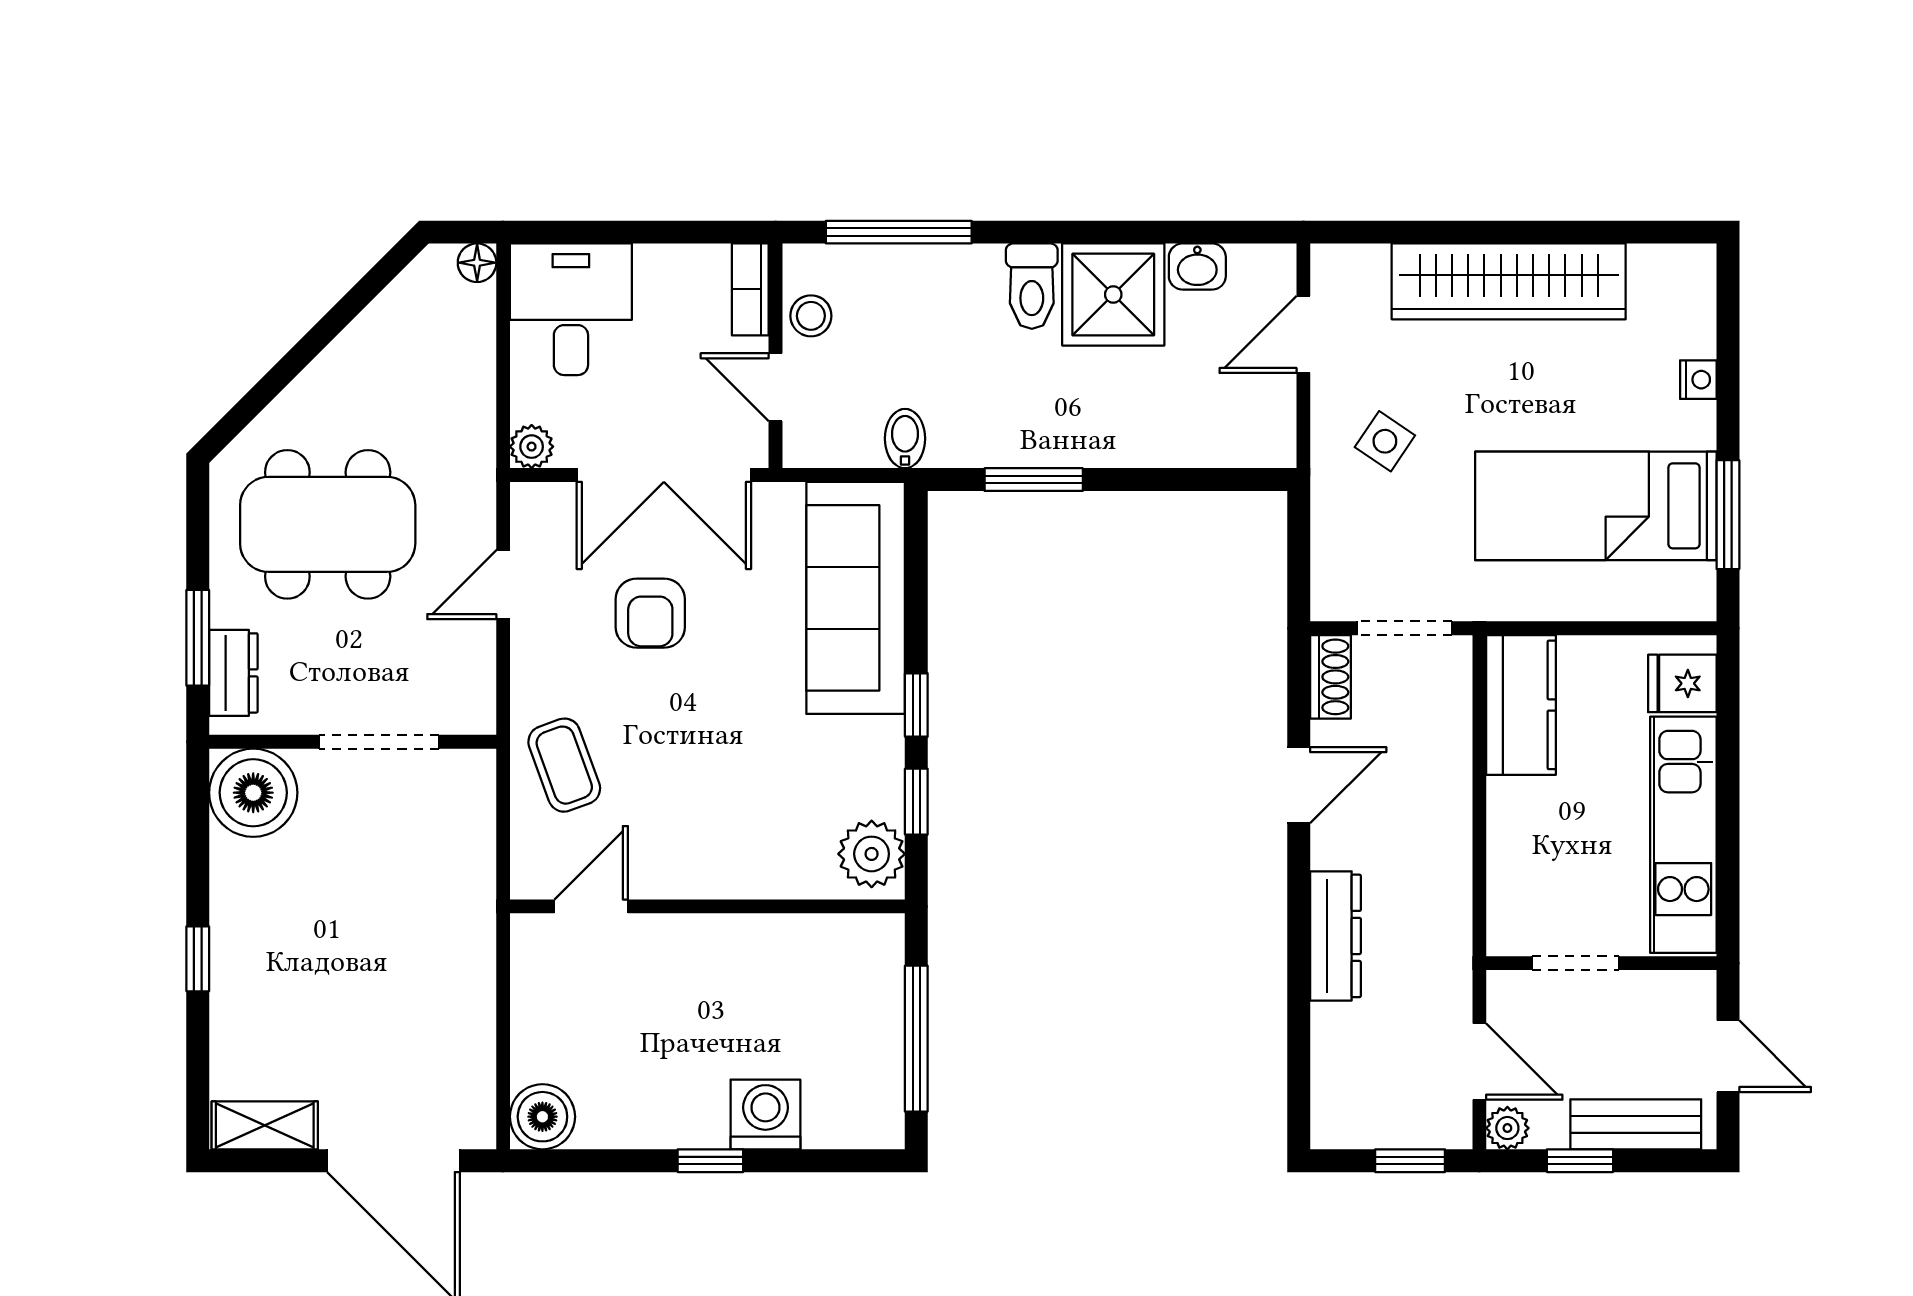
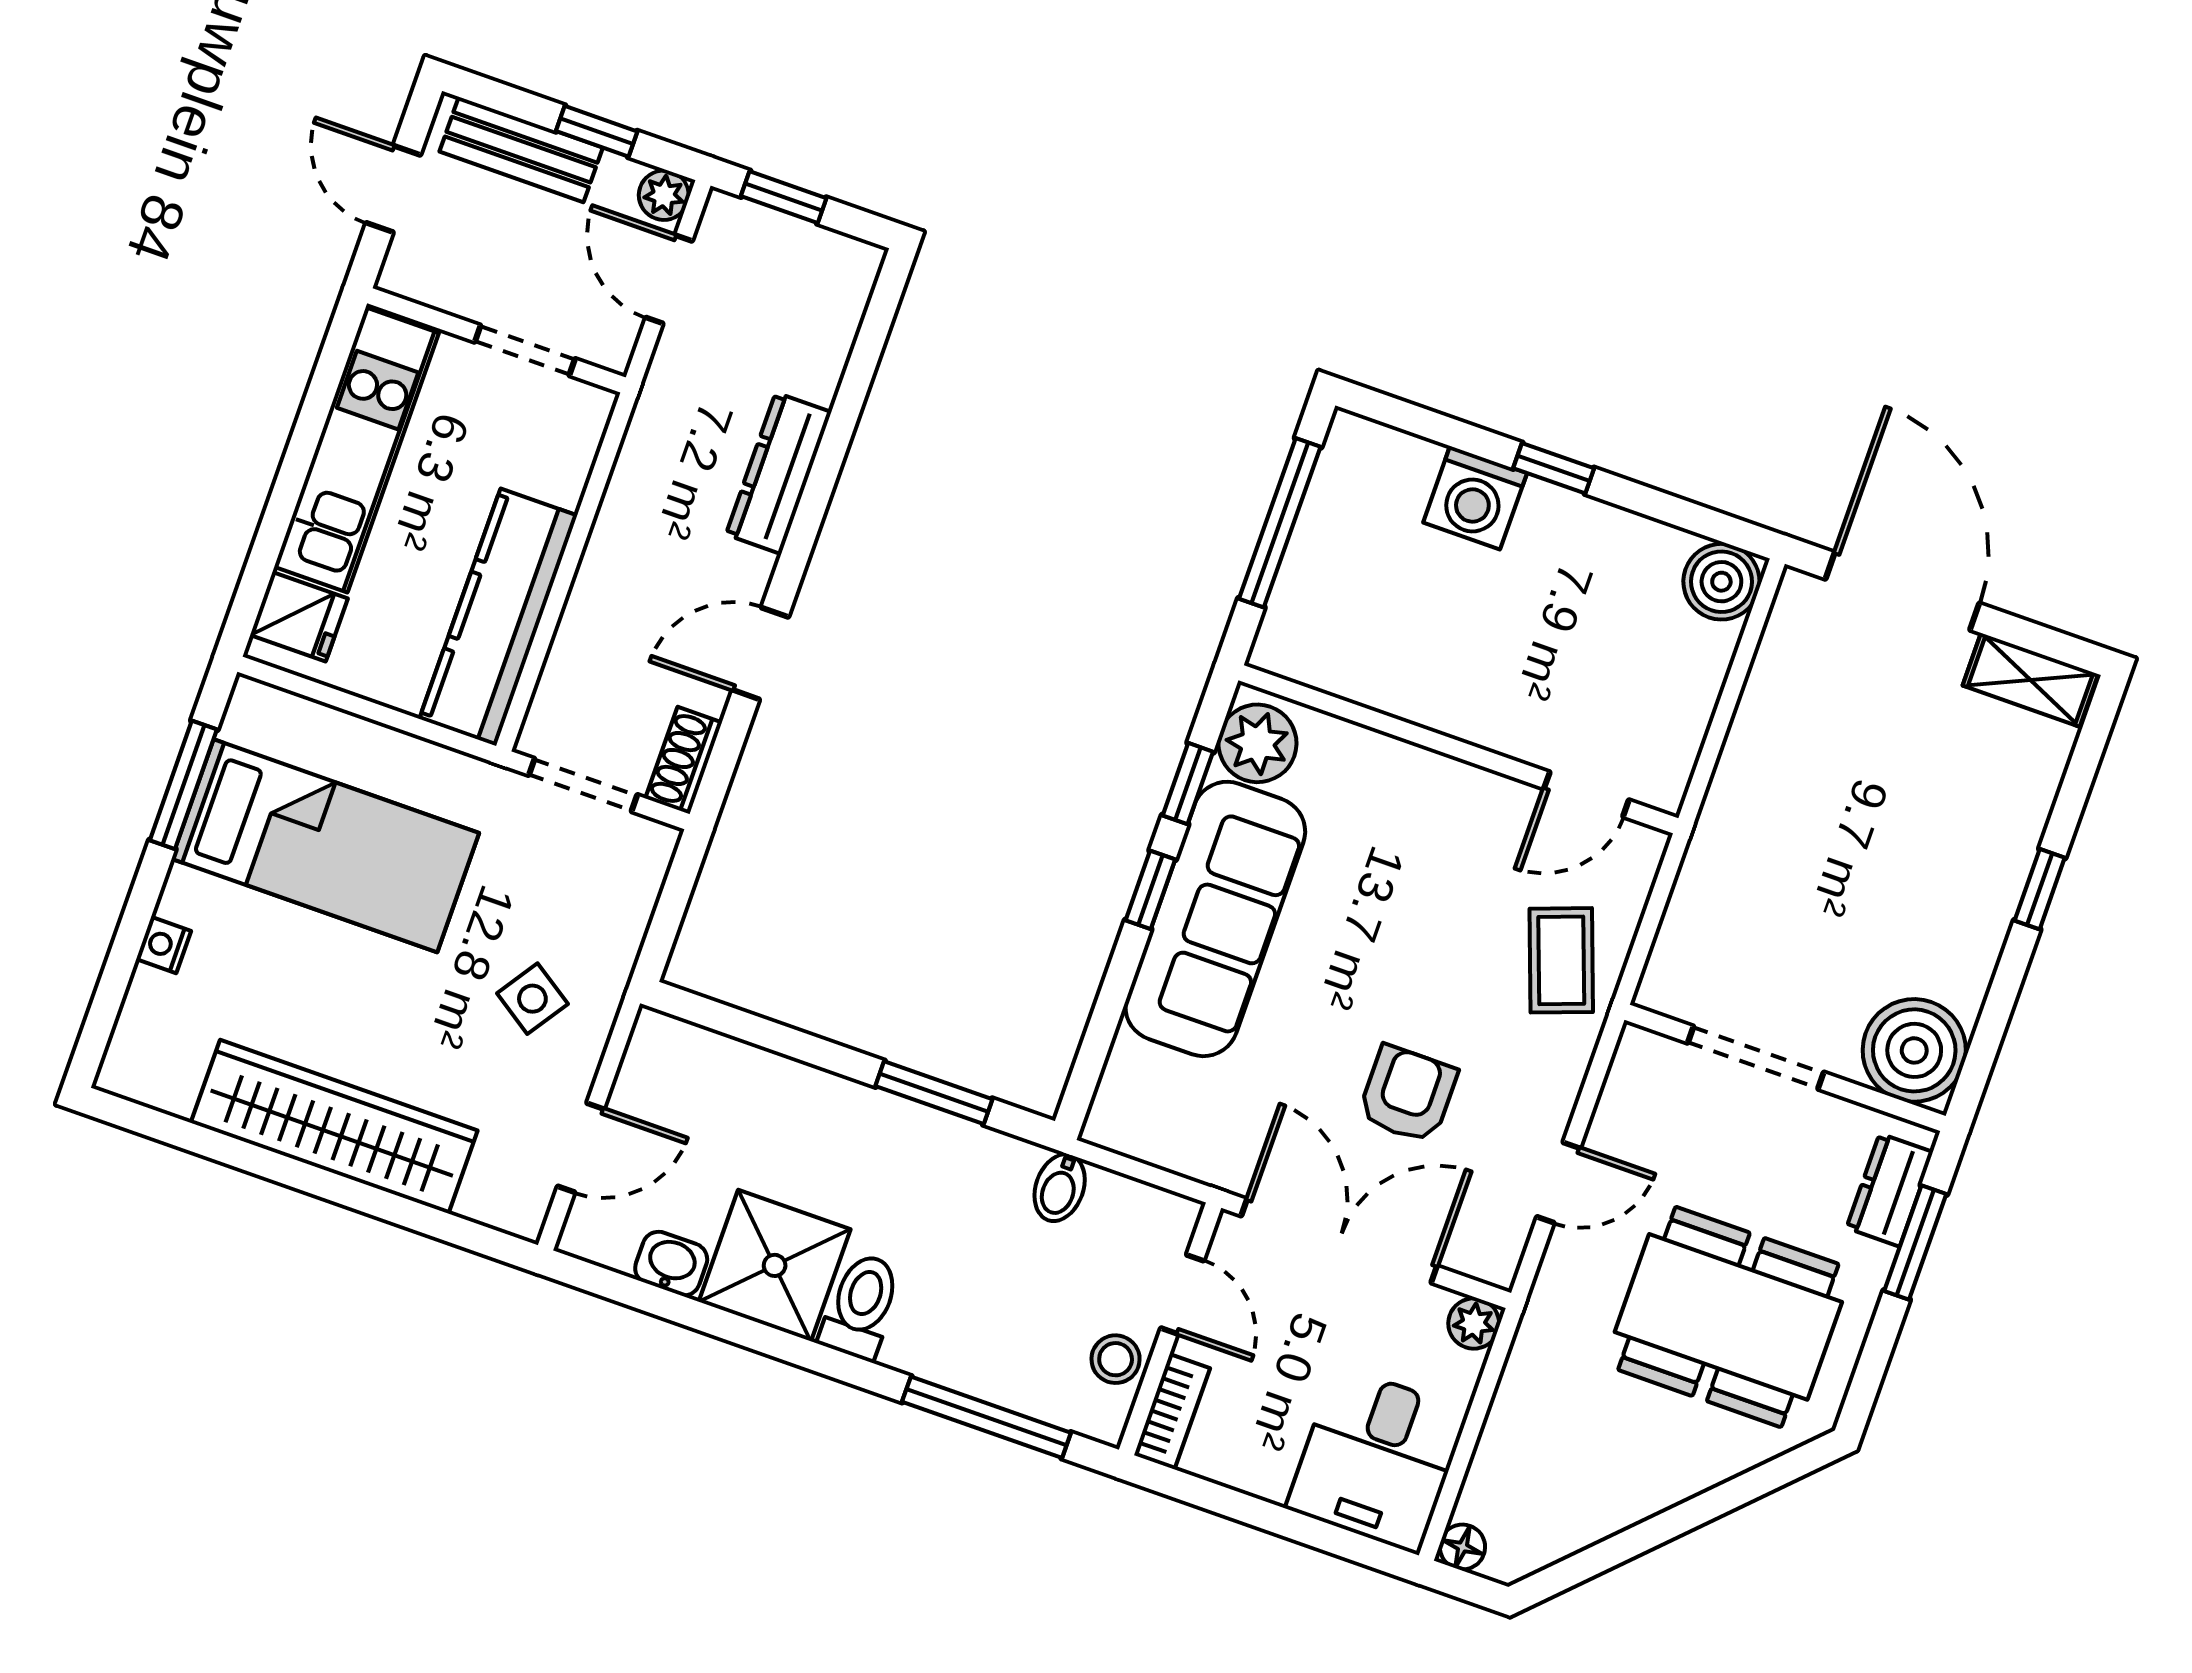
sofa: (856, 598) -> (1215, 919), moved
kitchen counter: (1521, 705) -> (498, 617), width x1.50

